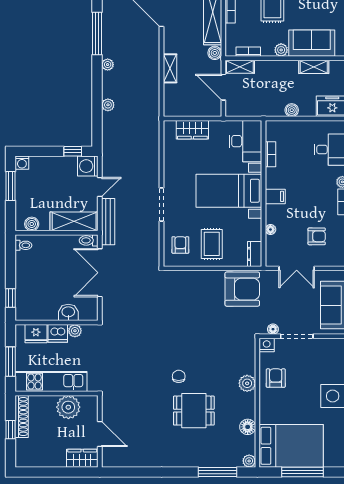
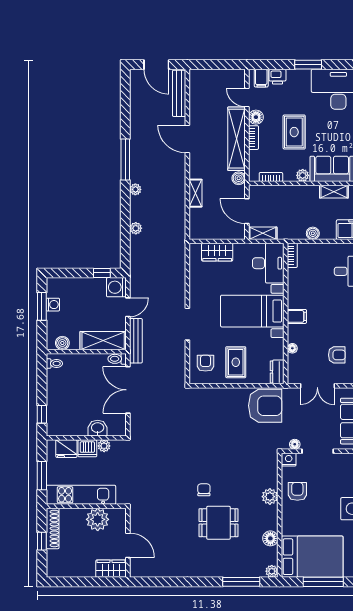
shelving: (240, 67) -> (263, 233), moved
bookcase: (270, 154) -> (292, 255), moved
washing machine: (22, 163) -> (53, 305), moved, turned -90

